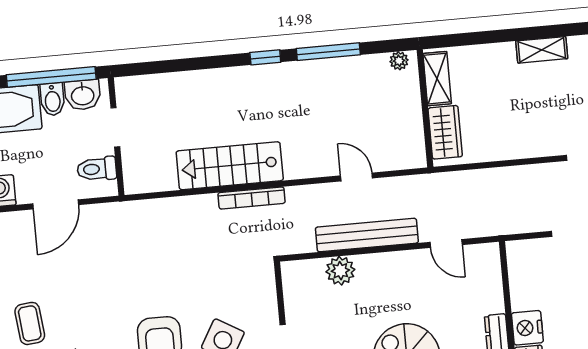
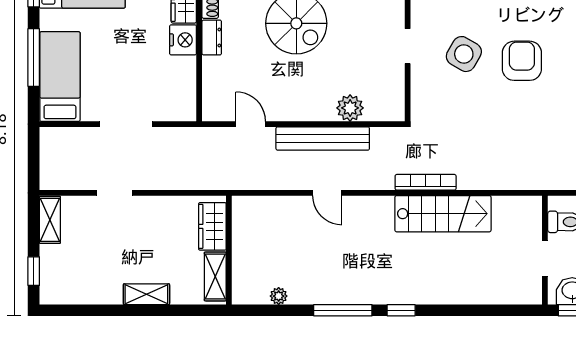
shelving: (437, 79) -> (215, 276), moved
wall: (425, 108) -> (229, 250), moved
wardrobe: (445, 132) -> (212, 226), moved

